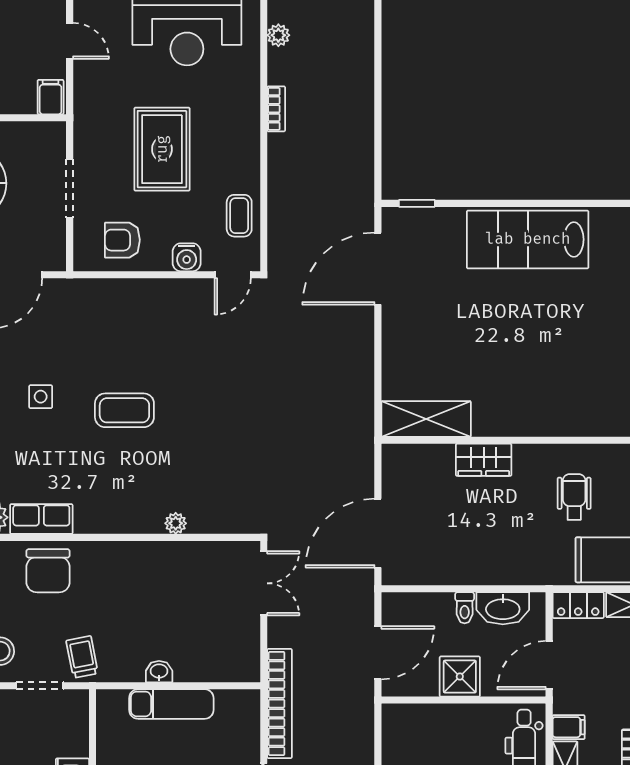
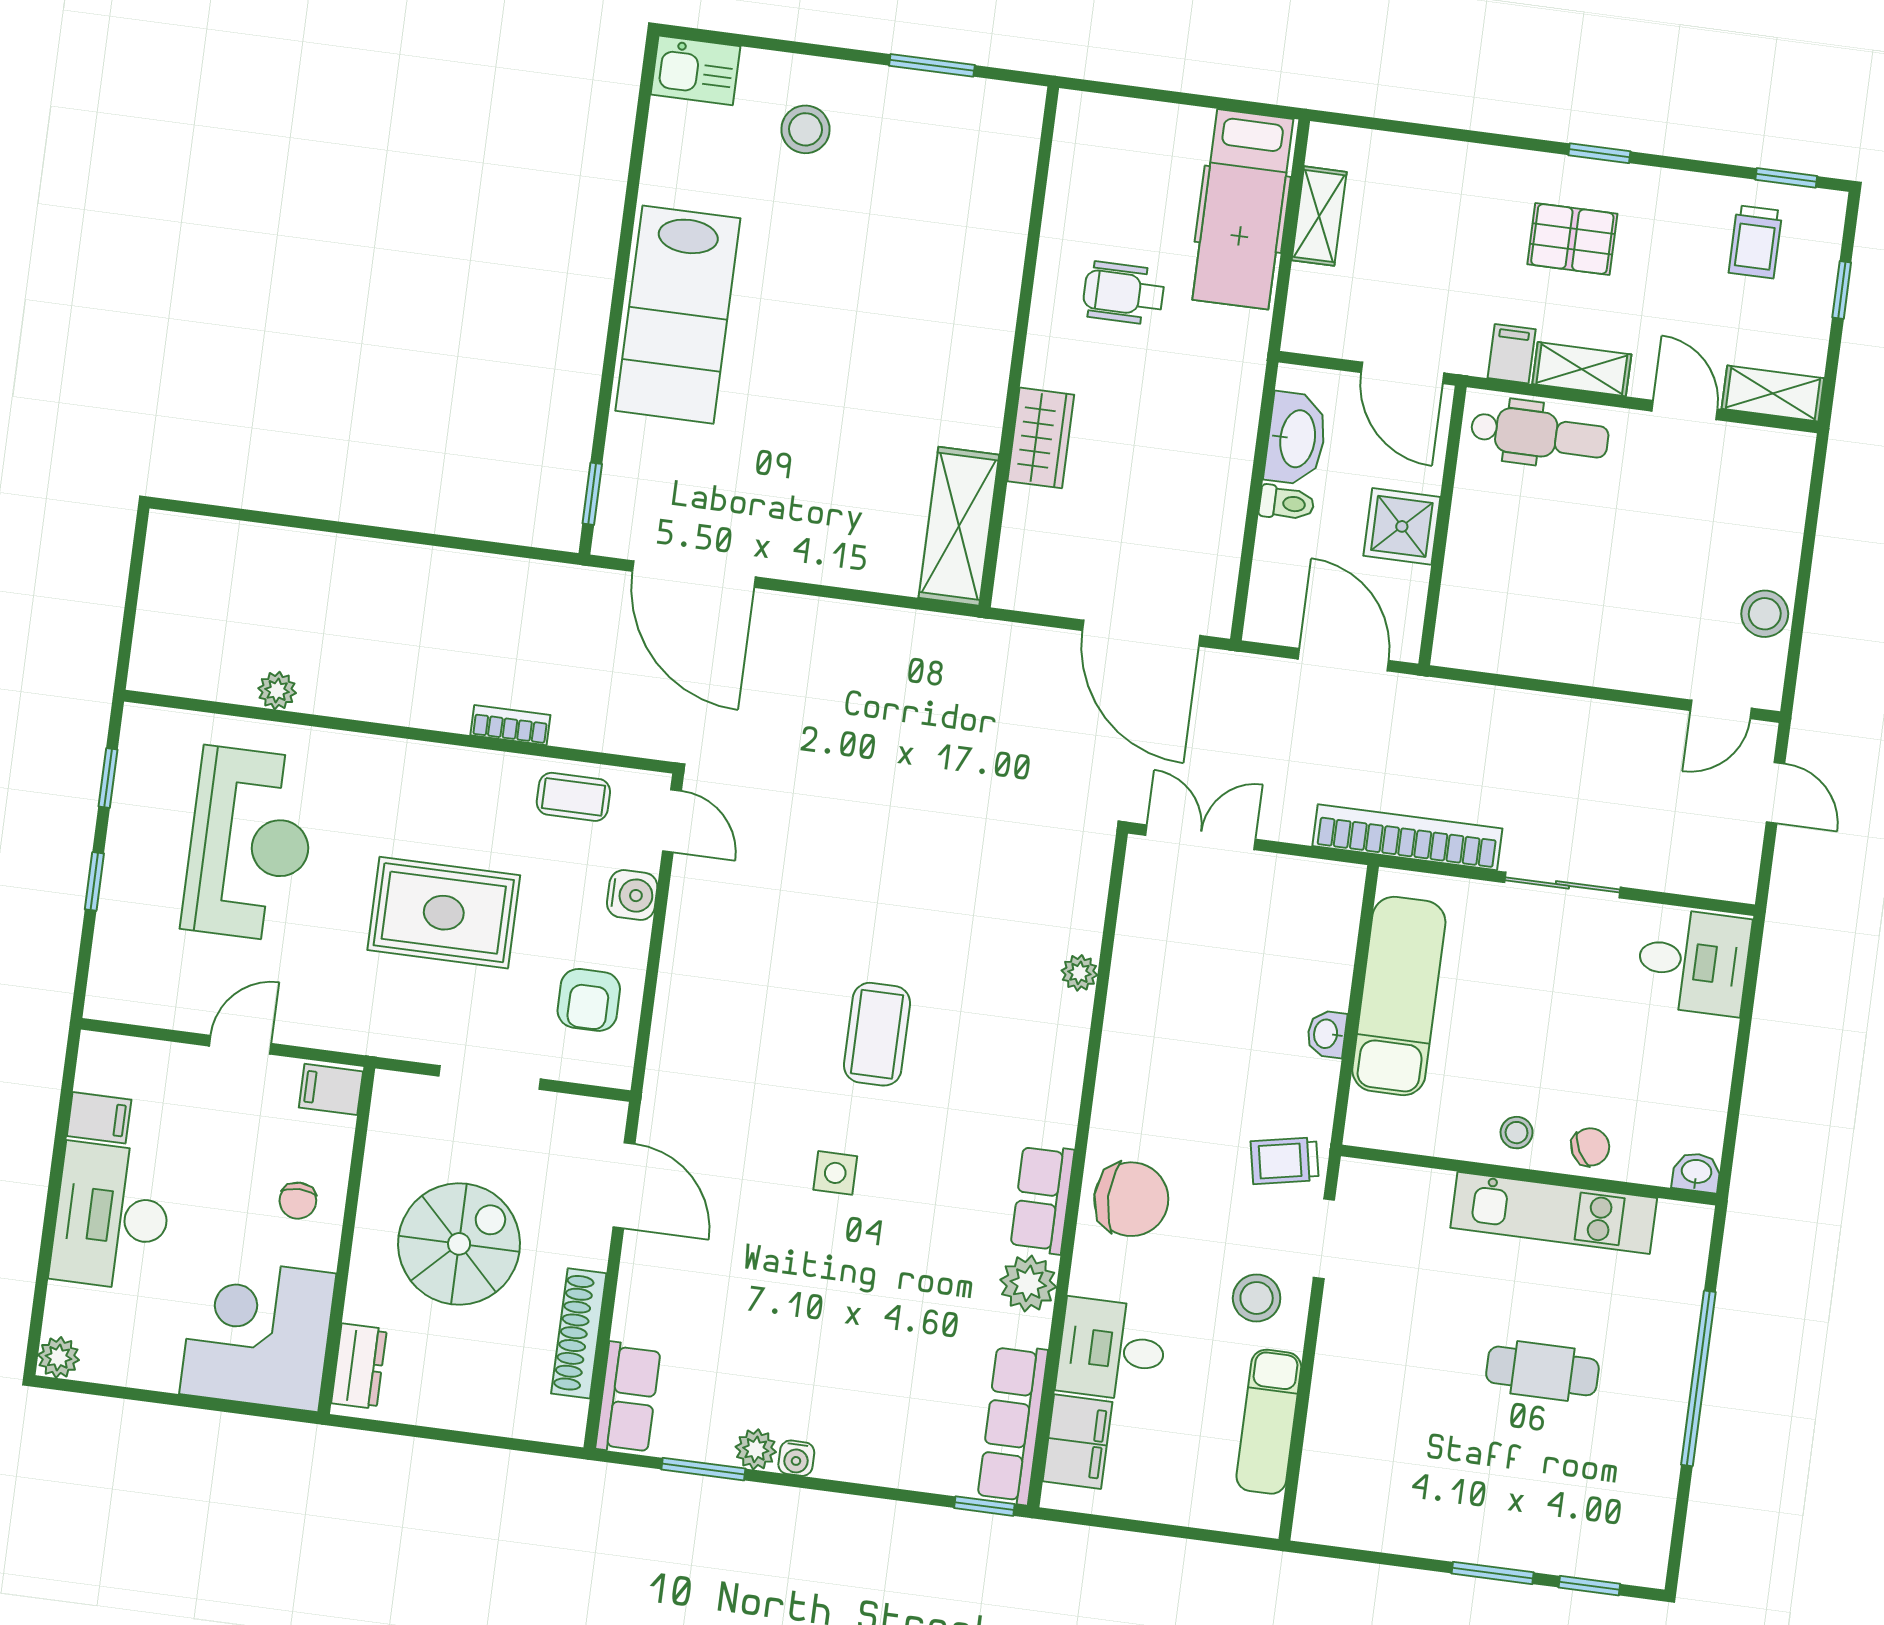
bookcase: (276, 109) -> (510, 725), moved
locker: (578, 605) -> (1307, 310), removed
exam couch: (171, 704) -> (1399, 996), width x1.36, depth x1.45

